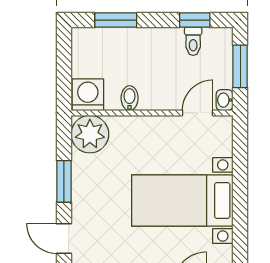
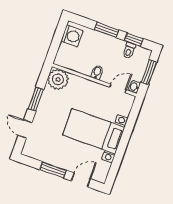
window: (116, 20) -> (107, 30), moved
washing machine: (88, 95) -> (72, 36), moved, turned 90
bidet: (130, 98) -> (97, 72), moved

